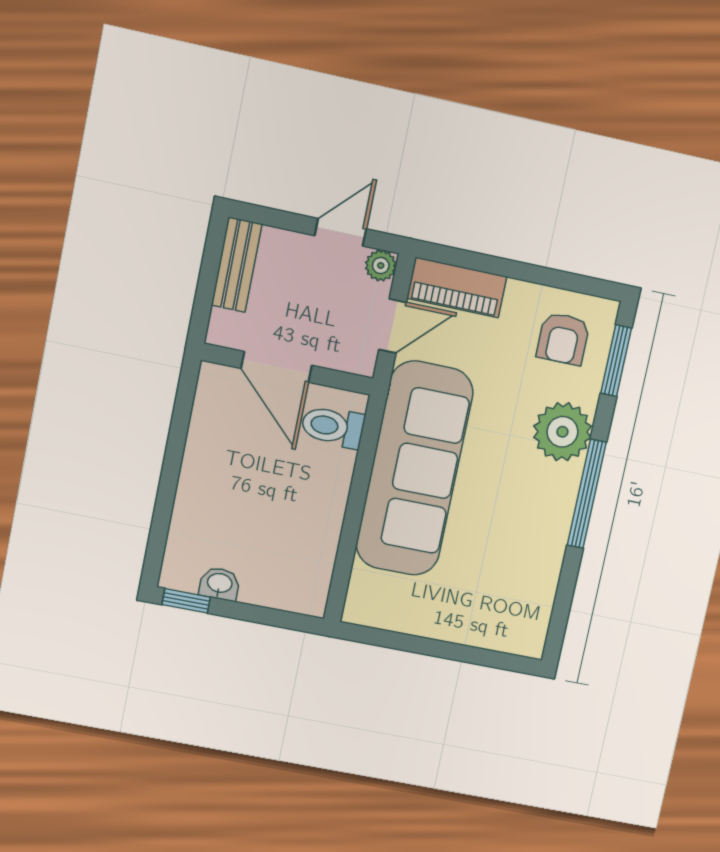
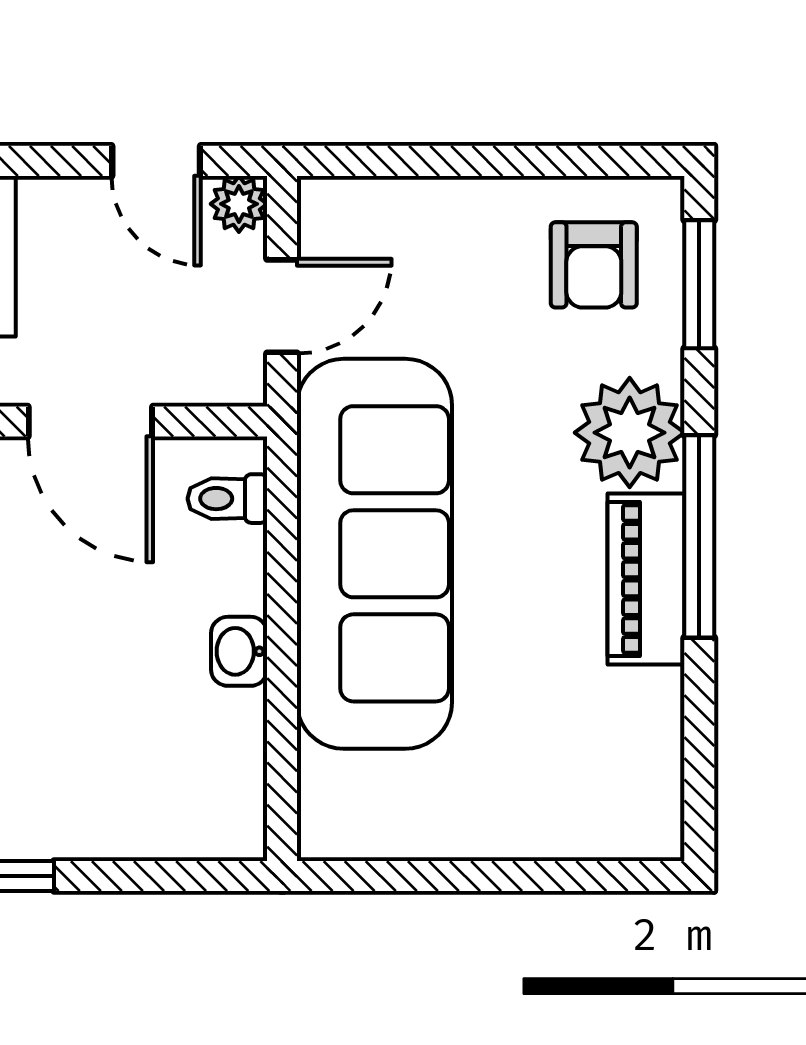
door: (341, 232) -> (156, 161), swing flipped
piano: (457, 287) -> (646, 579), moved, turned 90
toilet: (333, 427) -> (227, 499), width x0.73, depth x0.72
washbasin: (220, 584) -> (239, 651), moved, turned -90

